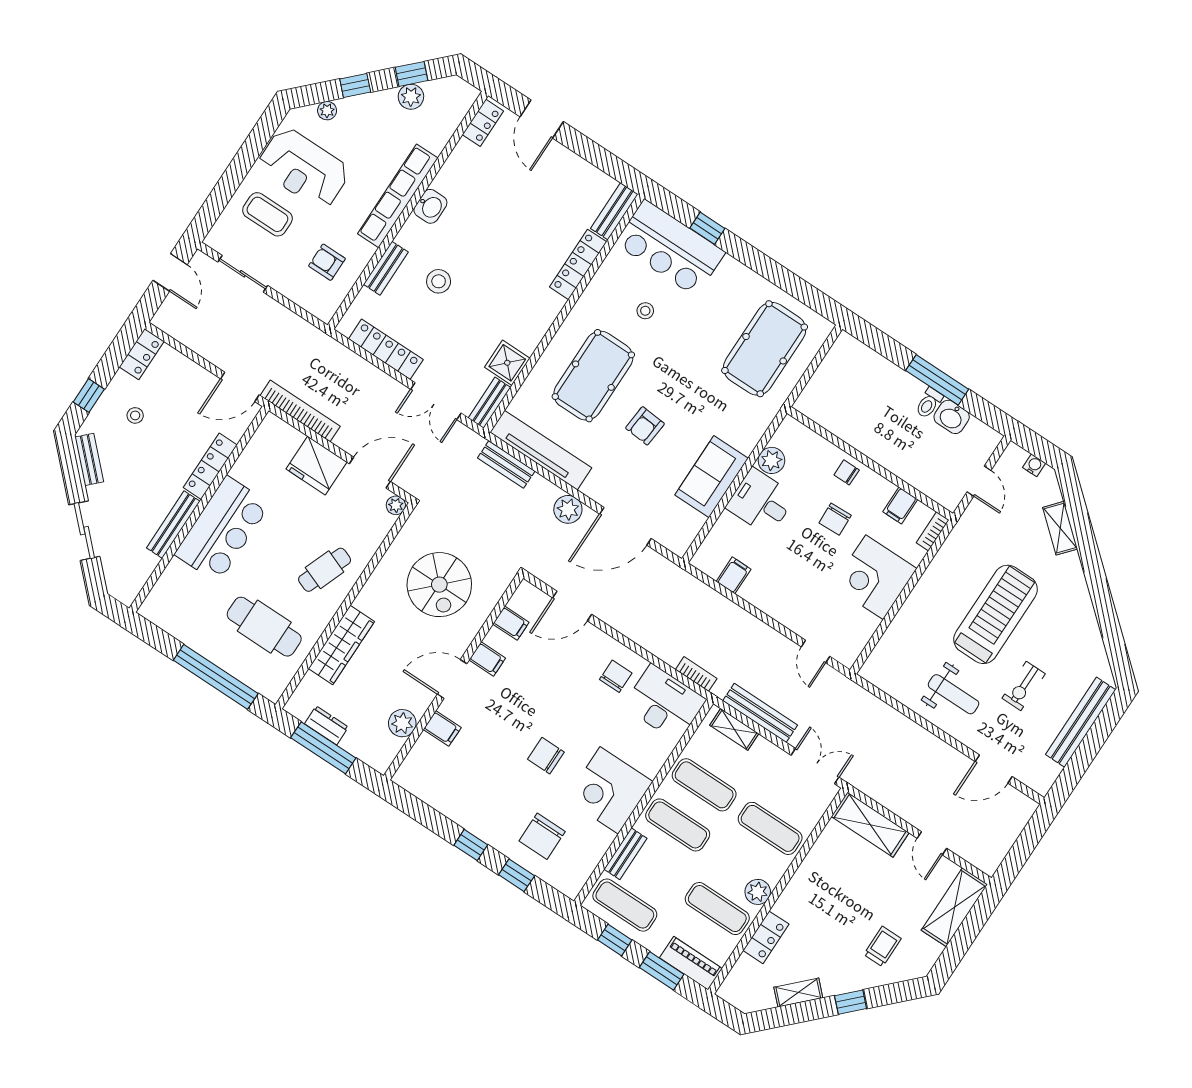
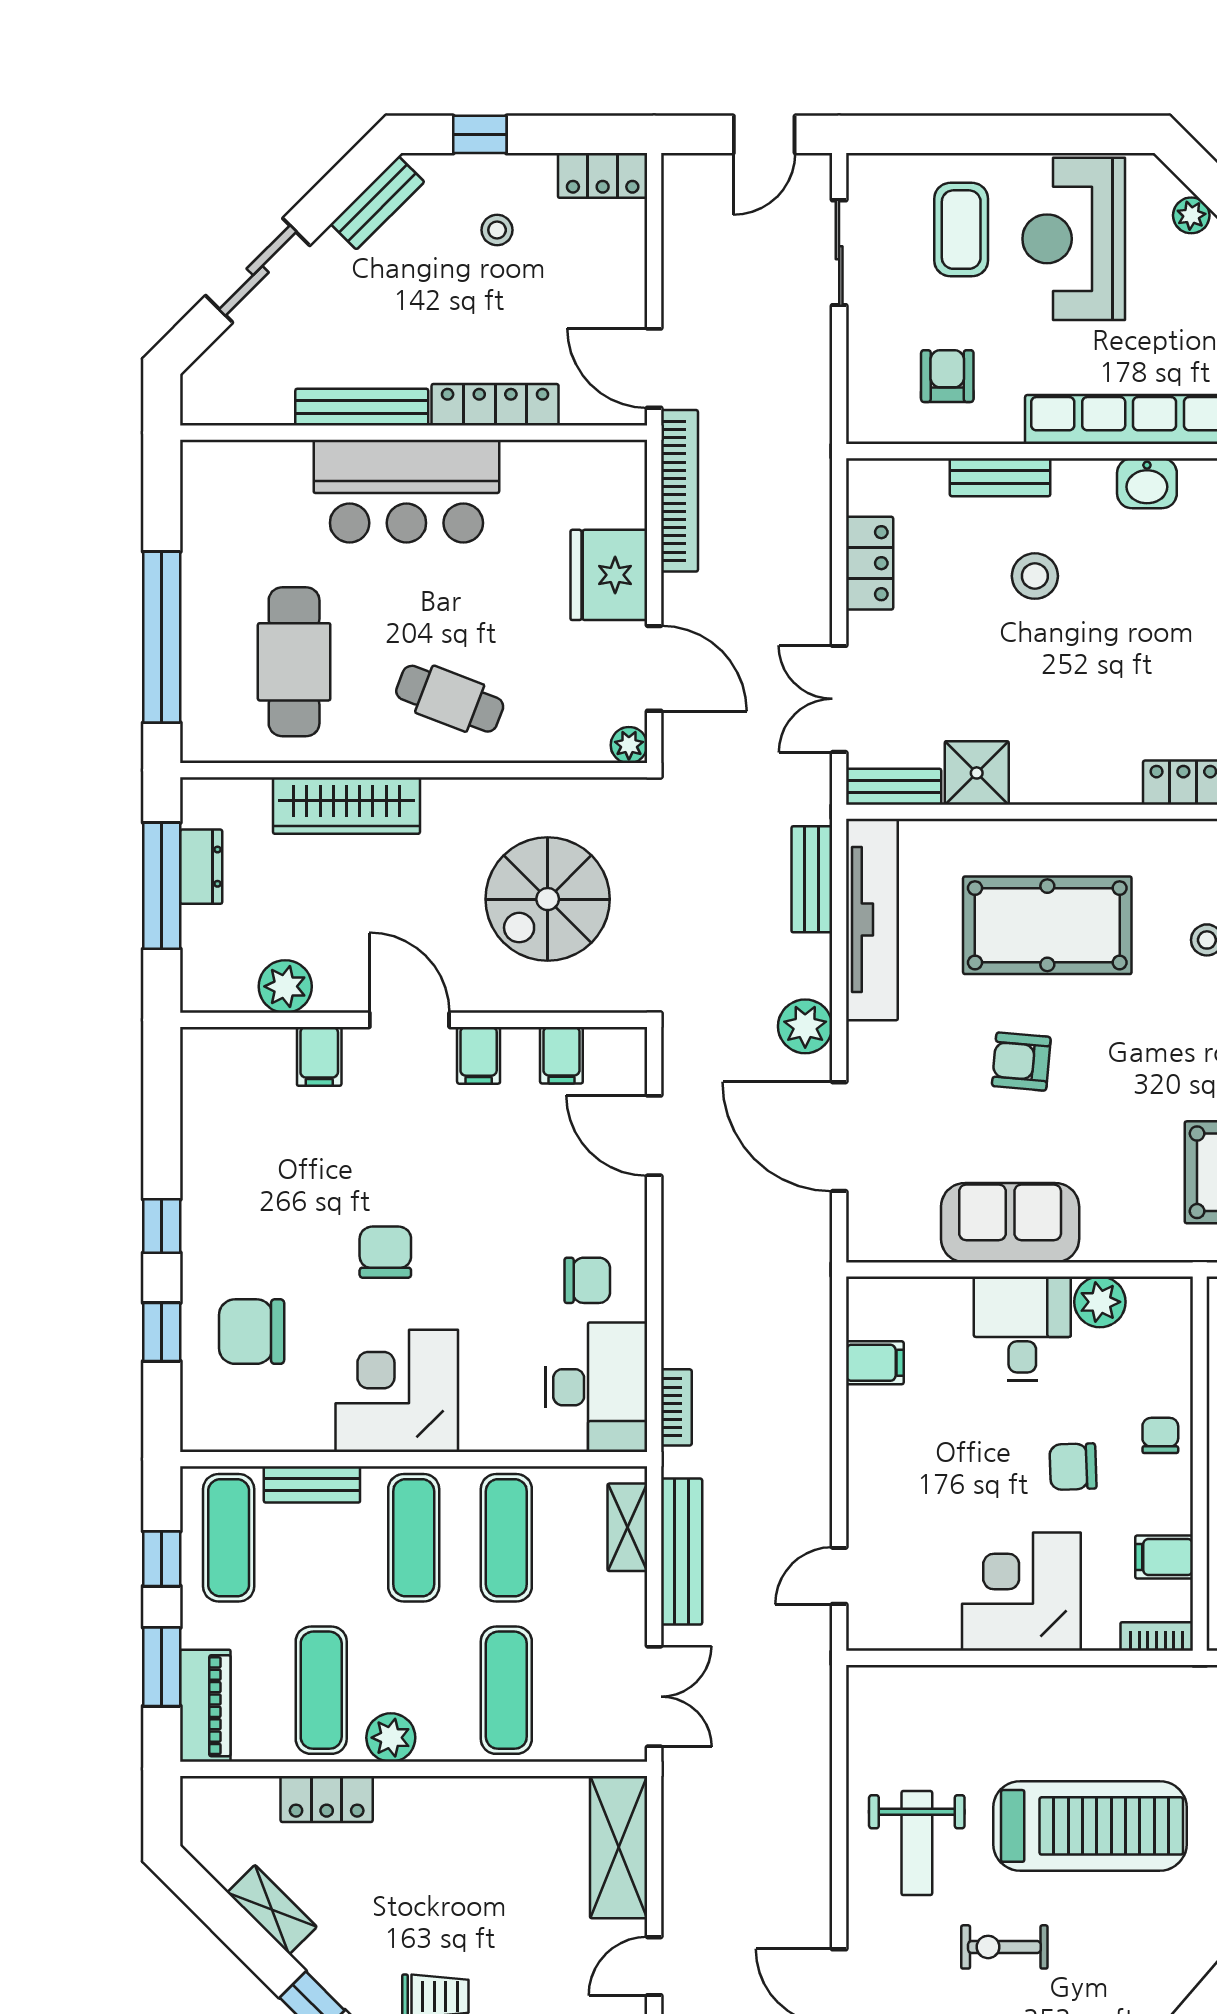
locker: (386, 349) -> (870, 563), width x0.66

